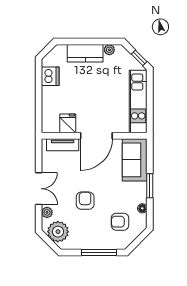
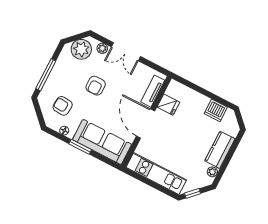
sofa: (135, 160) -> (102, 142), width x1.36
armchair: (85, 201) -> (96, 86), turned 90
armchair: (120, 222) -> (63, 106), turned -86

